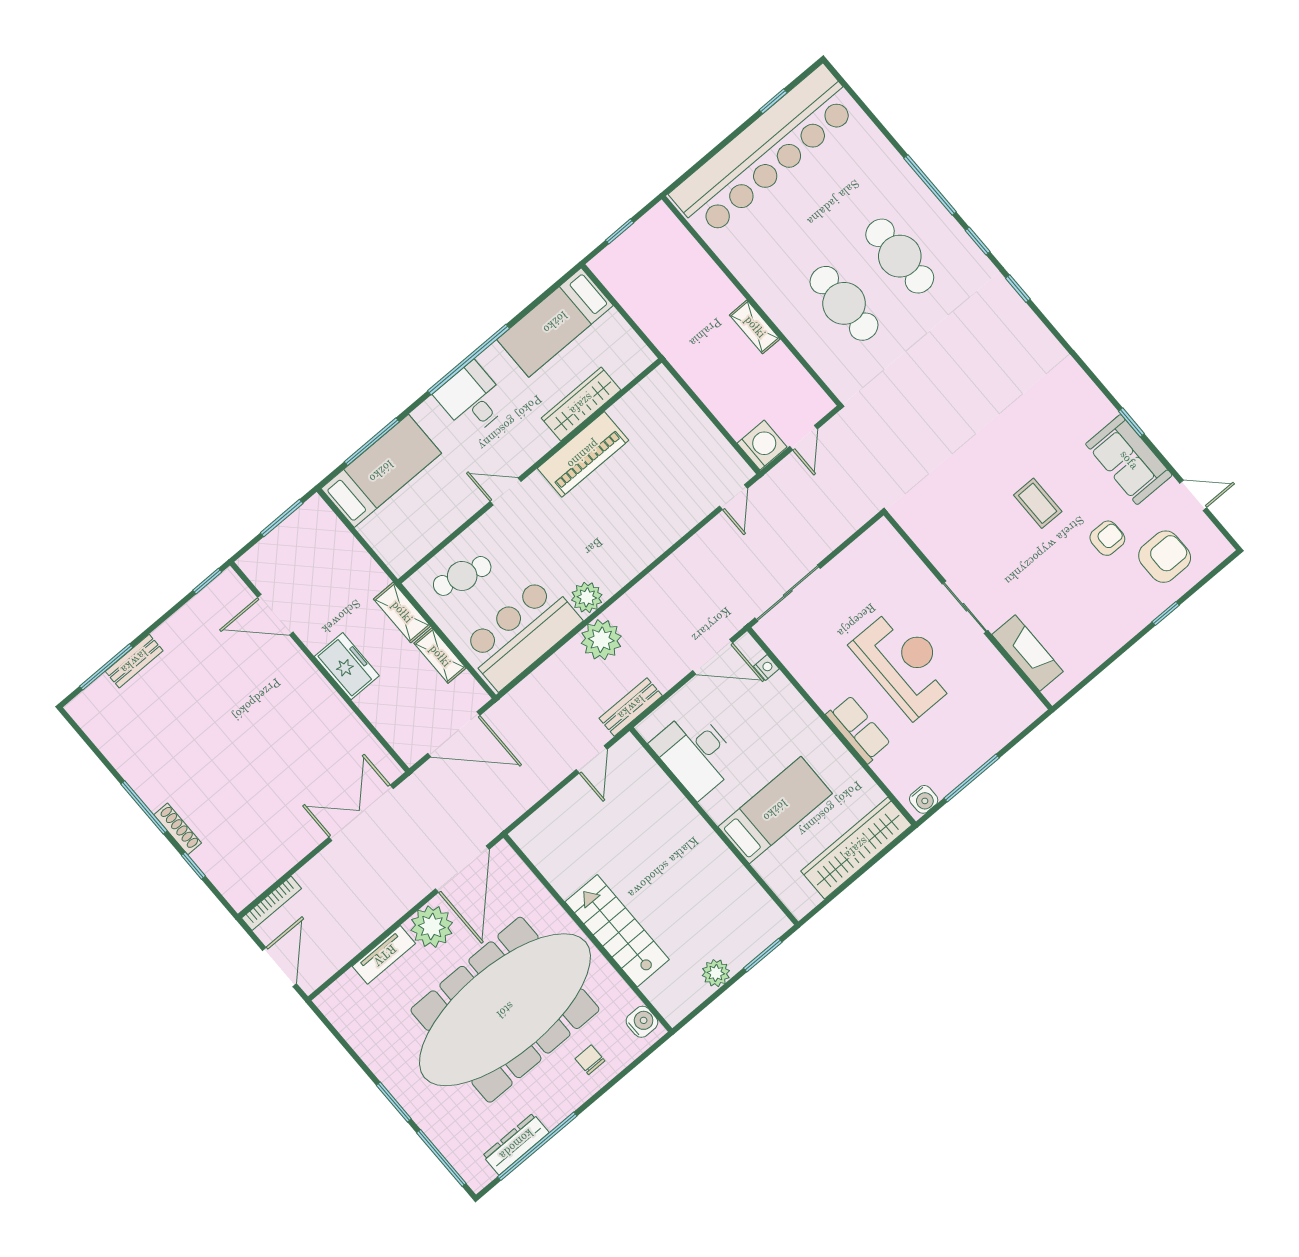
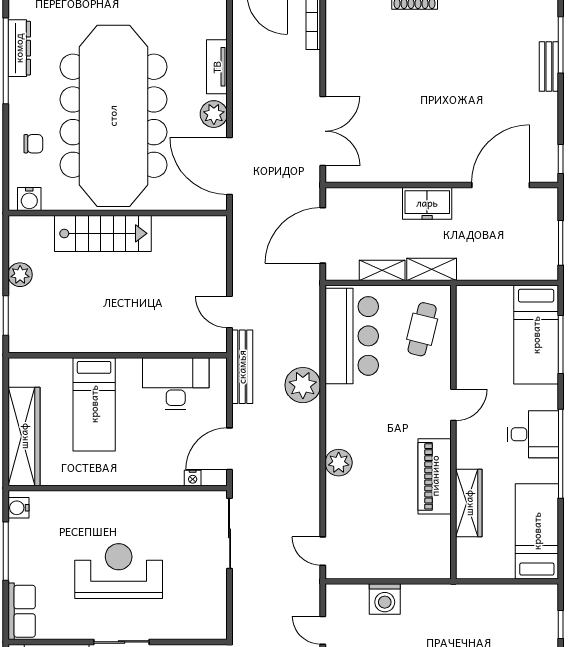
washing machine: (762, 445) -> (385, 599), moved
plant: (587, 597) -> (339, 463), moved
door: (275, 615) -> (501, 185), width x1.36
reception desk: (904, 663) -> (119, 571), turned 180
bench: (631, 707) -> (242, 367), width x1.36
row of seats: (858, 729) -> (22, 611), moved, turned -90
plant: (432, 927) -> (214, 114), width x0.73, depth x0.73

